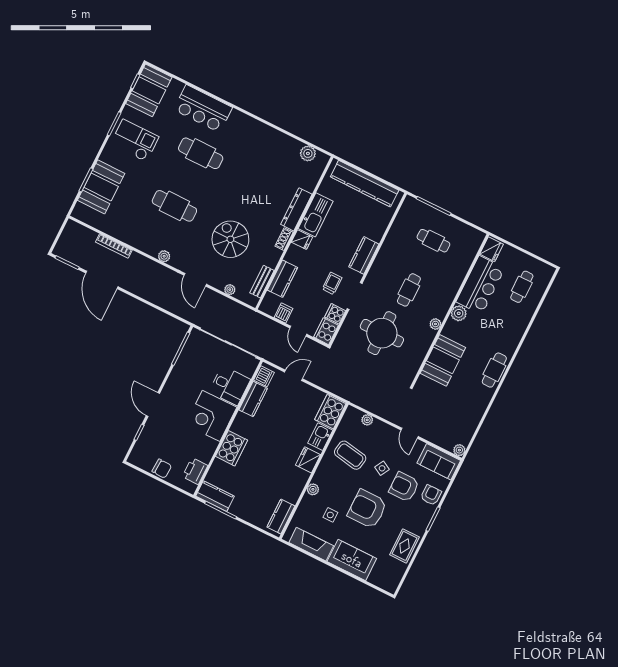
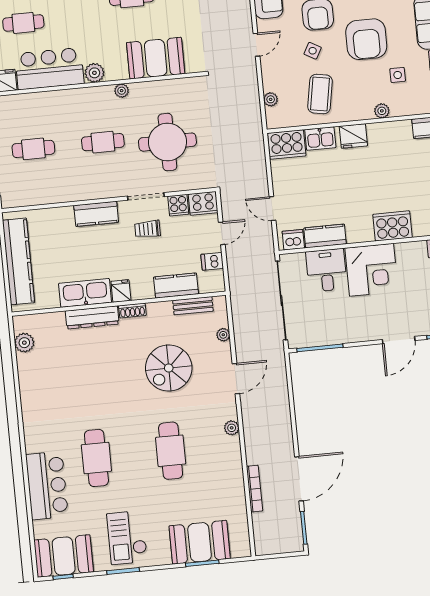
cafe table: (433, 241) -> (33, 149), turned 90

